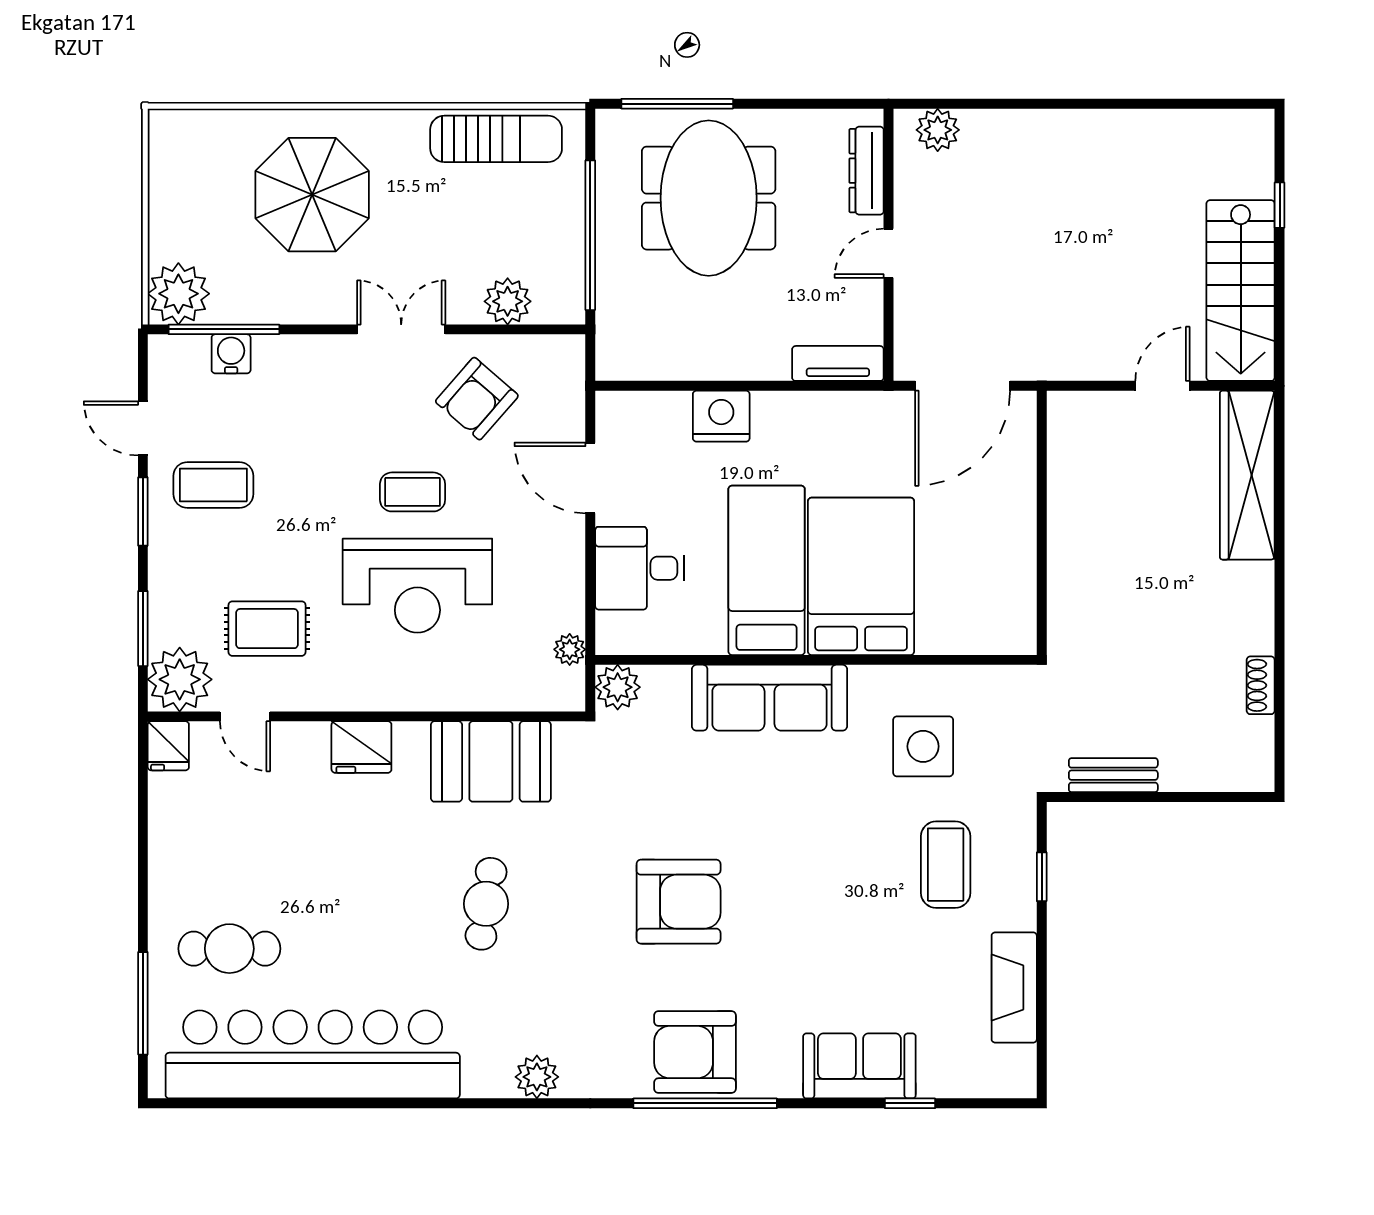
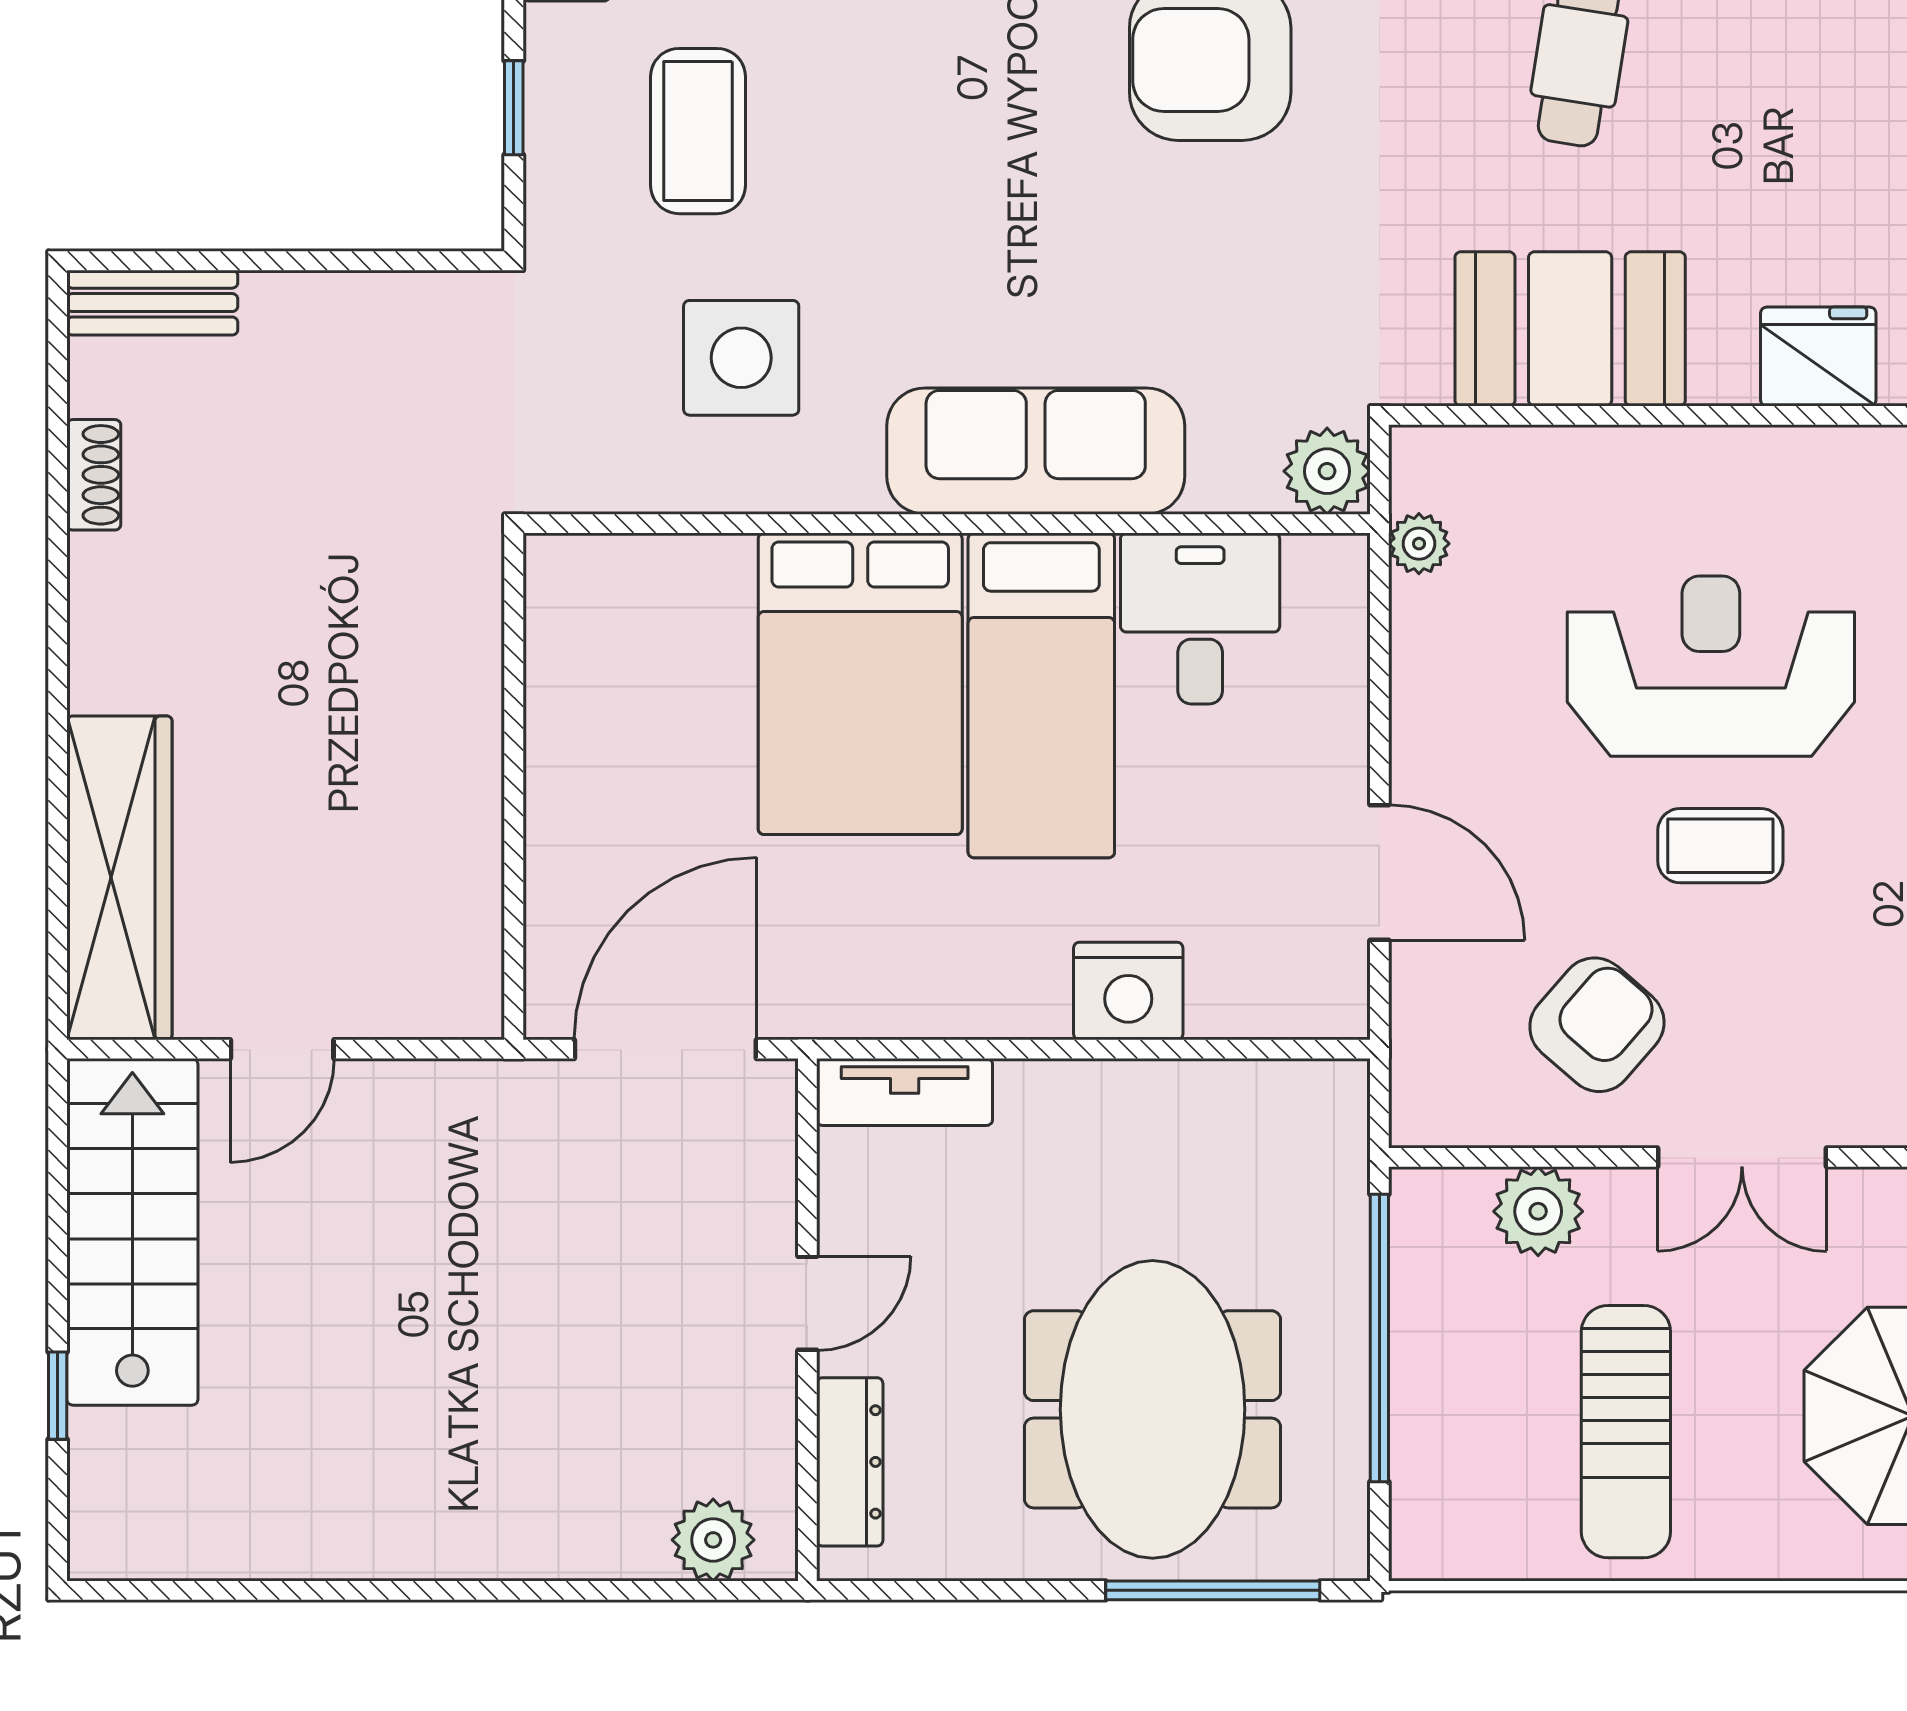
sun lounger: (496, 139) -> (1626, 1432), moved, turned -90
desk: (640, 568) -> (1200, 618), moved, turned -90
bench: (1113, 775) -> (152, 303), moved

